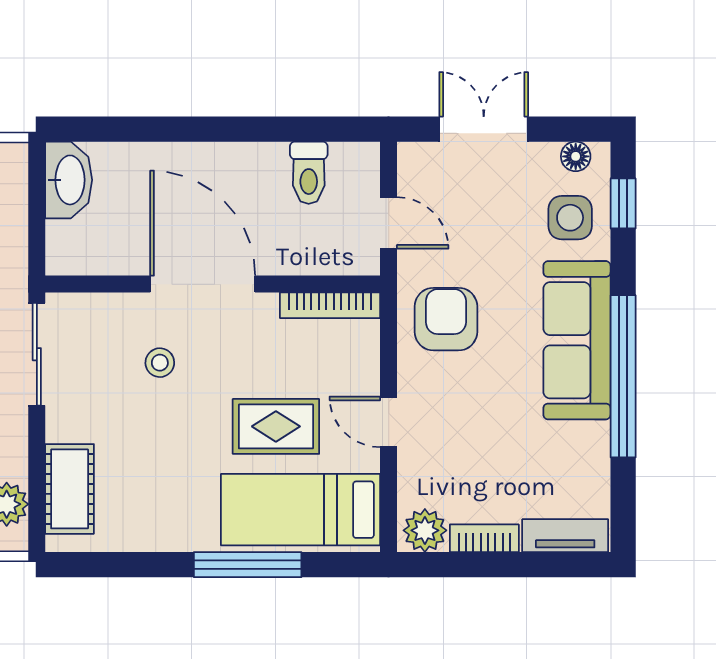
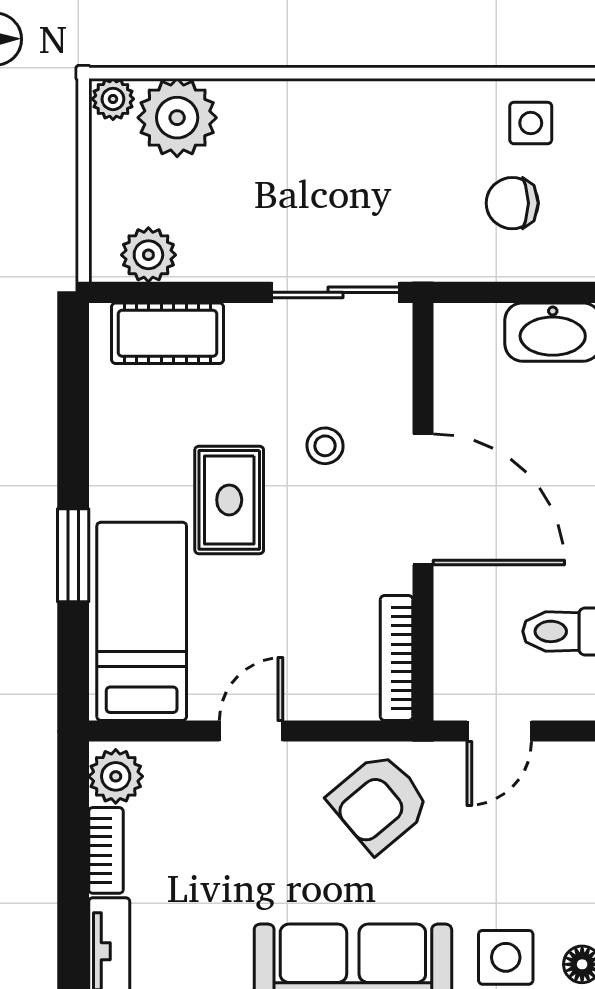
door: (203, 284) -> (423, 499), hinge flipped
armchair: (446, 319) -> (379, 803), turned 140
rug: (276, 426) -> (229, 500), moved
window: (248, 565) -> (73, 555), width x0.69

